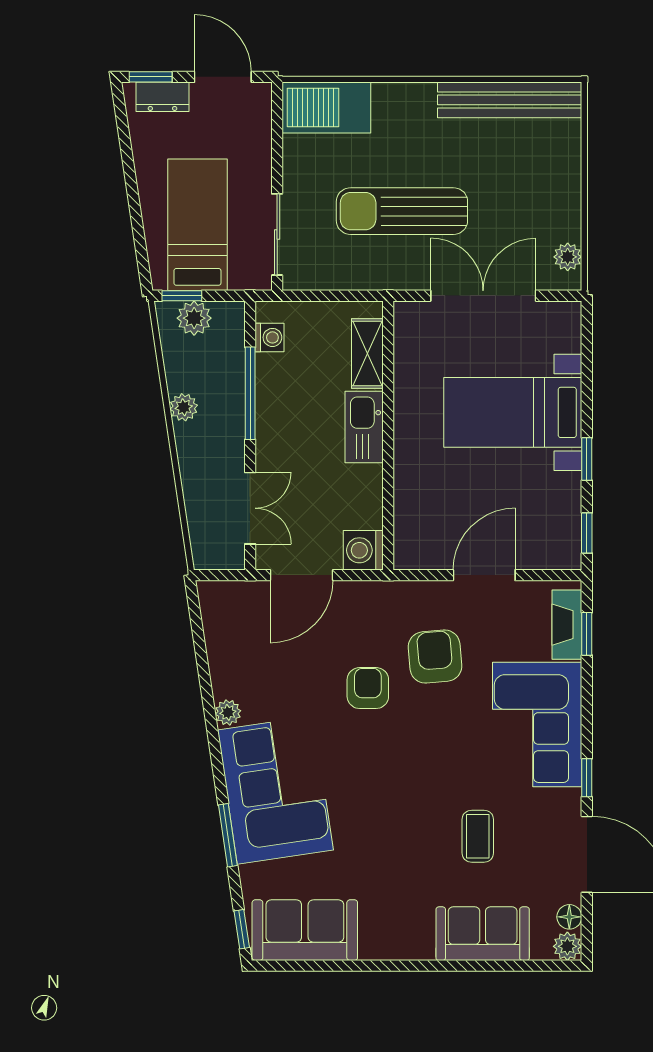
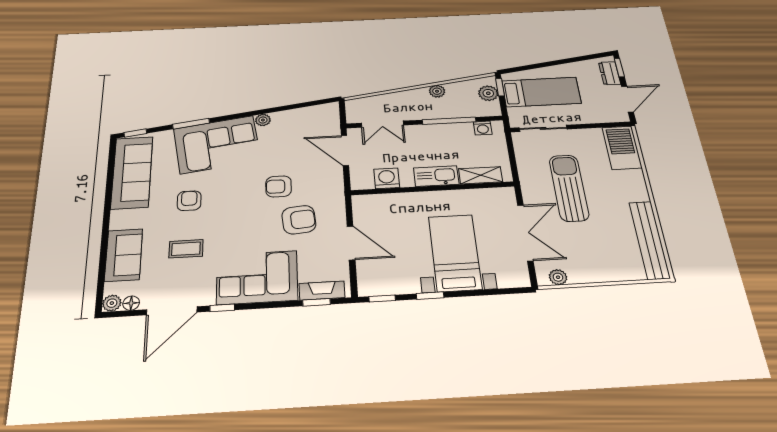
washing machine: (363, 550) -> (387, 178), moved
armchair: (368, 688) -> (279, 186), turned 180
armchair: (387, 834) -> (189, 201), added
sofa: (305, 930) -> (132, 172), width x1.36

